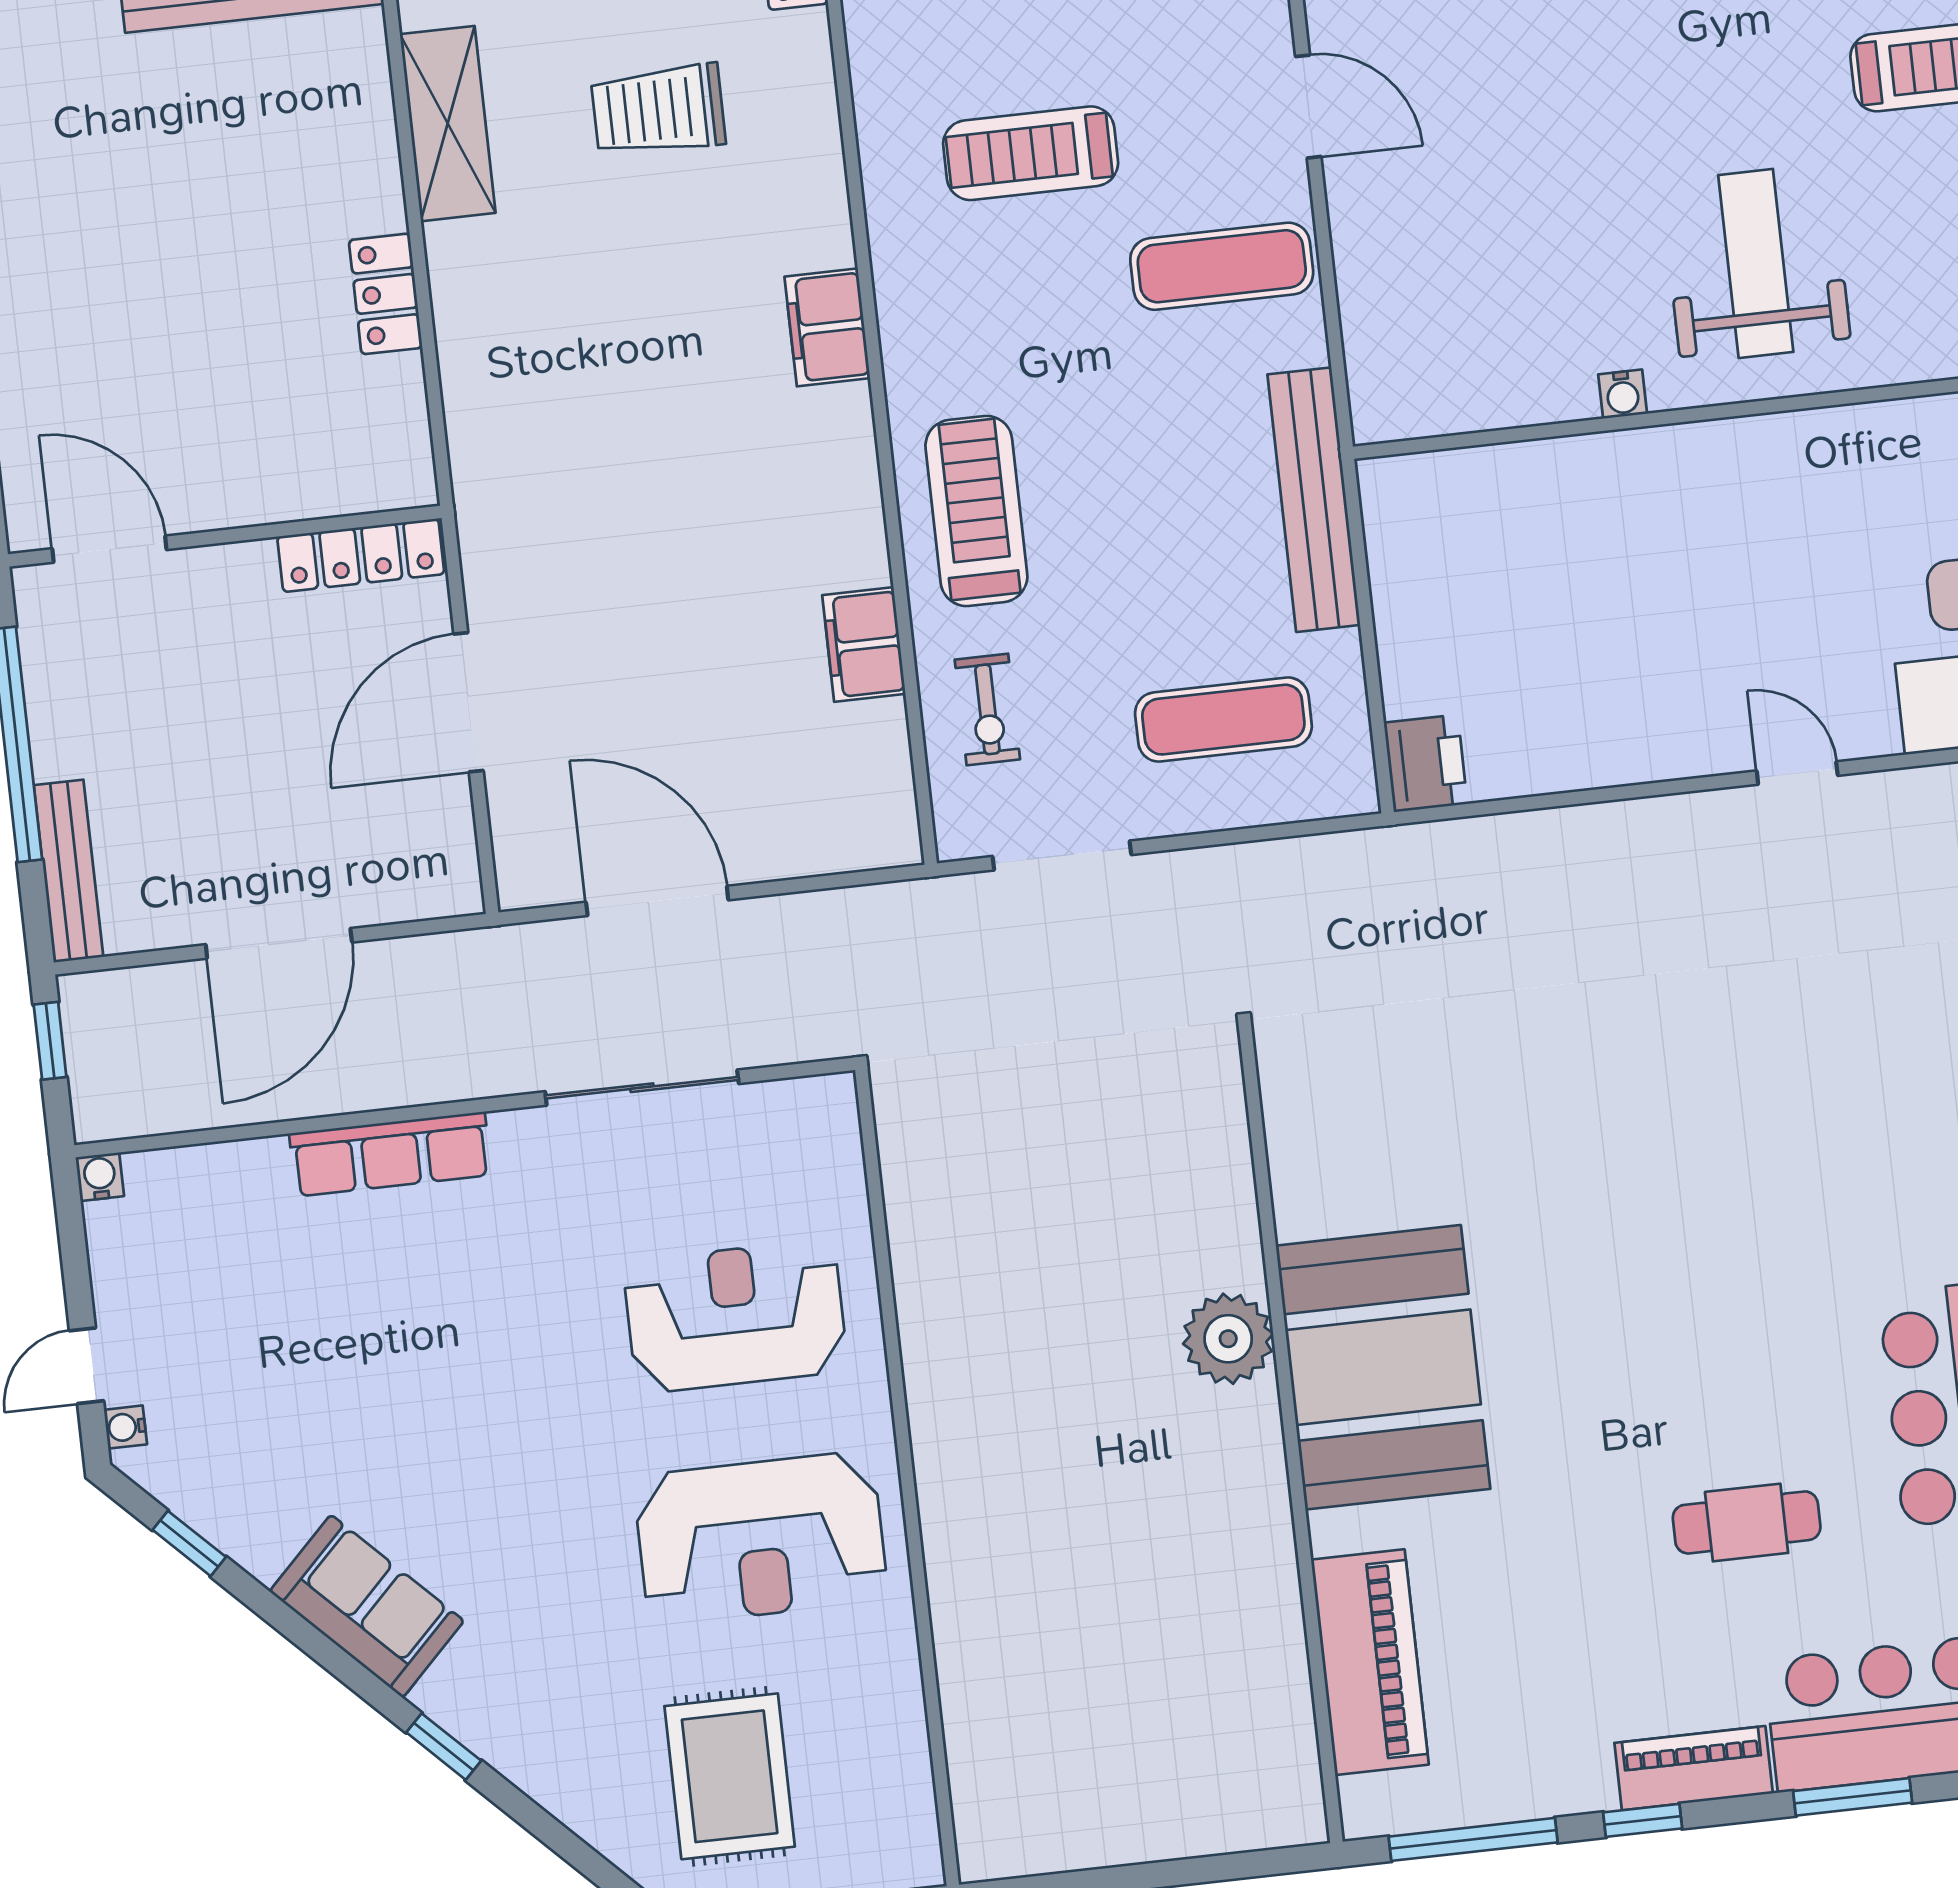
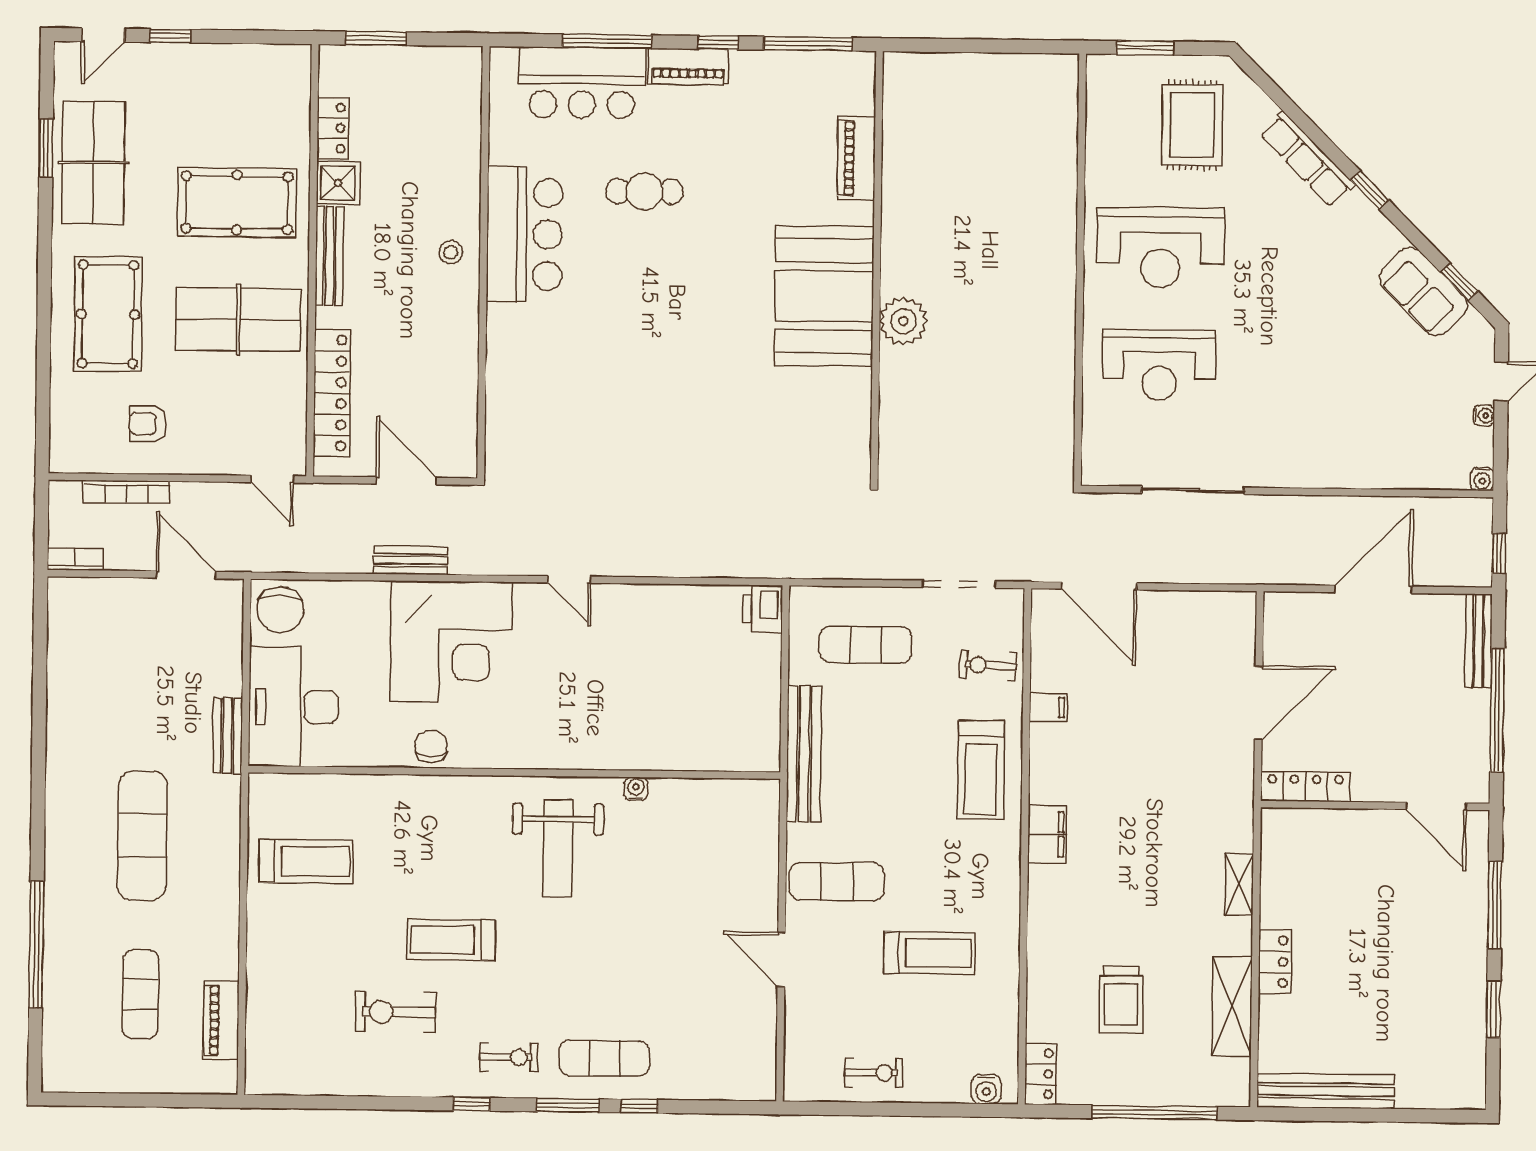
trolley: (658, 110) -> (1121, 1000), turned 90
locker: (386, 294) -> (1275, 962), moved
filing cabinet: (827, 327) -> (1047, 834), moved
shelving: (463, 355) -> (1239, 884), added
filing cabinet: (864, 645) -> (1048, 707), width x0.50
exercise bike: (987, 709) -> (988, 665), turned -87
door: (657, 901) -> (1099, 586), moved
row of seats: (390, 1154) -> (1307, 159), moved, turned -135
water cooler: (125, 1427) -> (1484, 416), moved
reception desk: (761, 1538) -> (1160, 247), turned 180
sofa: (367, 1606) -> (1423, 292), moved
piano: (1370, 1662) -> (856, 158), width x0.73, depth x0.75
window: (444, 1747) -> (1370, 190), moved
window: (1853, 1797) -> (607, 41), width x1.44

